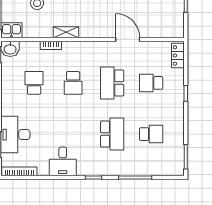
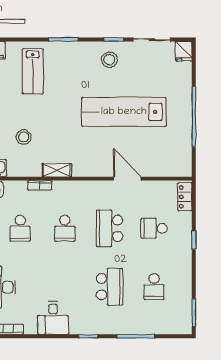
school desk: (34, 83) -> (20, 228), turned 180
school desk: (151, 134) -> (154, 287), turned 90

